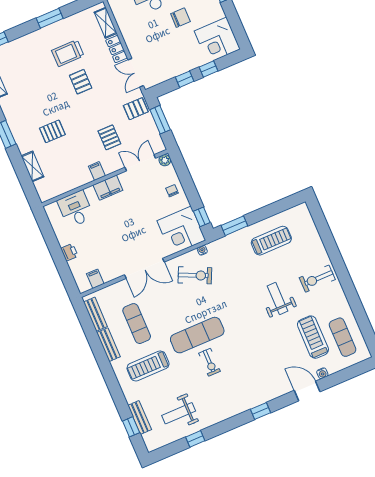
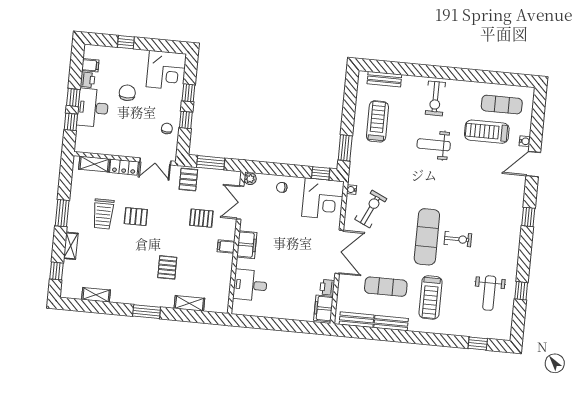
shelving: (26, 41) -> (71, 246), added
chair: (169, 67) -> (167, 129), added
printer: (69, 252) -> (327, 287), moved, turned -90
filing cabinet: (95, 279) -> (323, 308), width x2.00
bench: (140, 417) -> (384, 79), moved

